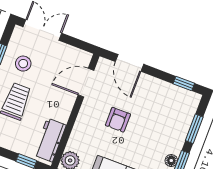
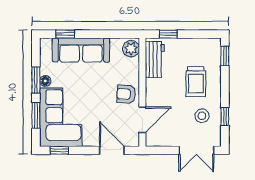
corner sofa: (169, 117) -> (61, 117), added
armchair: (118, 120) -> (126, 94), moved, turned -86

